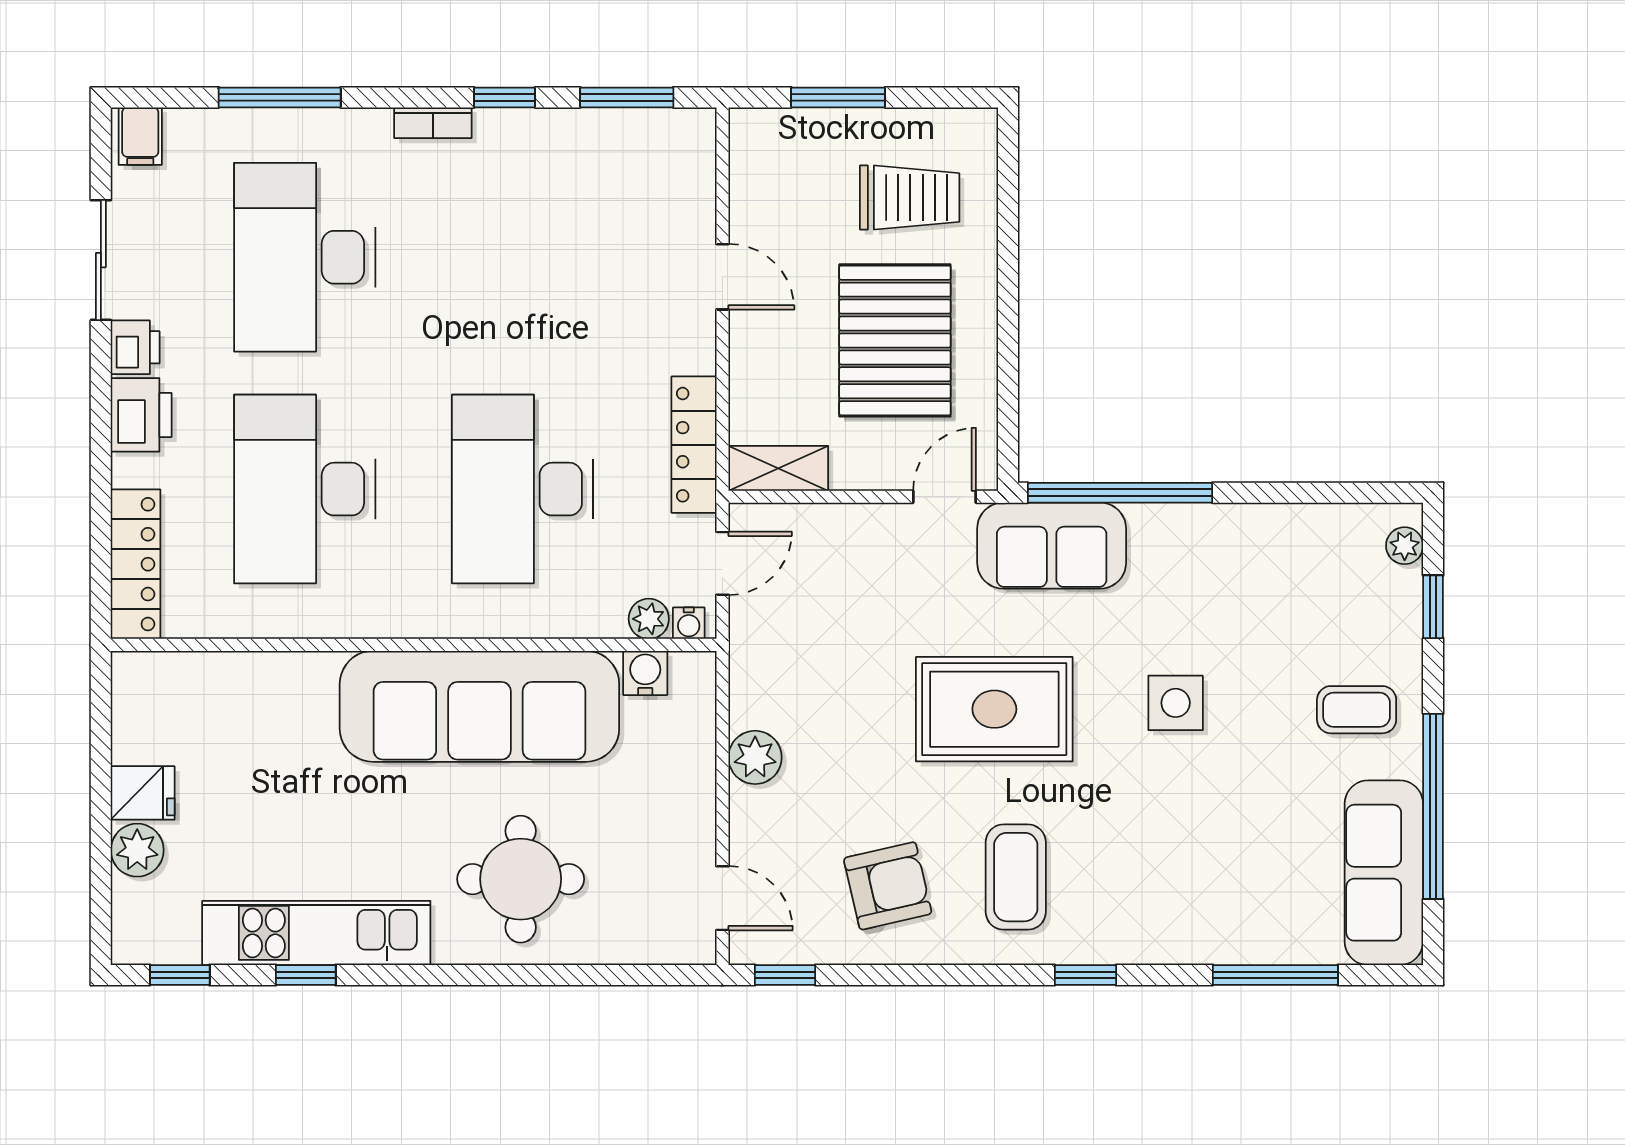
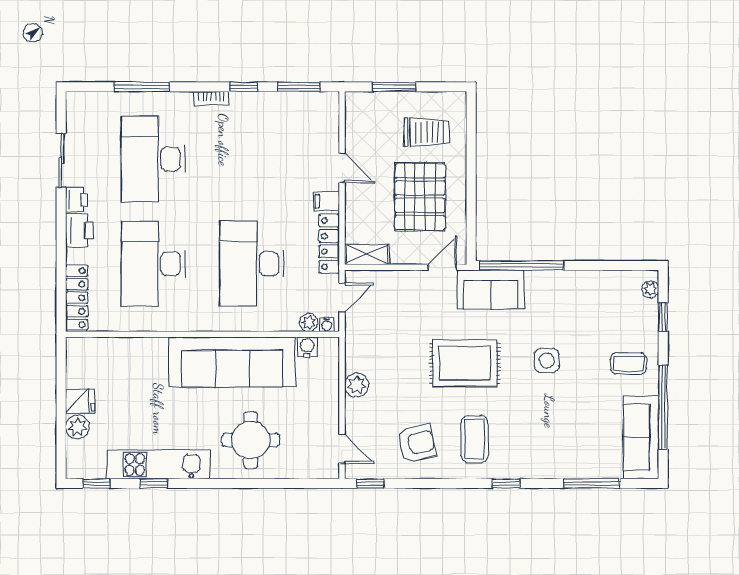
filing cabinet: (140, 136) -> (326, 201), moved, turned 90

